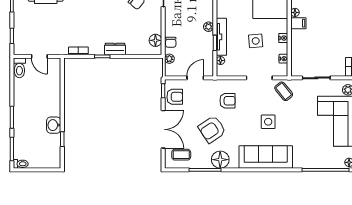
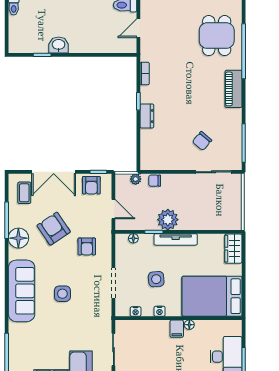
plant: (209, 27) -> (168, 220), width x1.87, depth x1.87
tv unit: (221, 37) -> (176, 239), moved
floor lamp: (155, 40) -> (157, 163), removed
coffee table: (284, 91) -> (98, 312), removed

